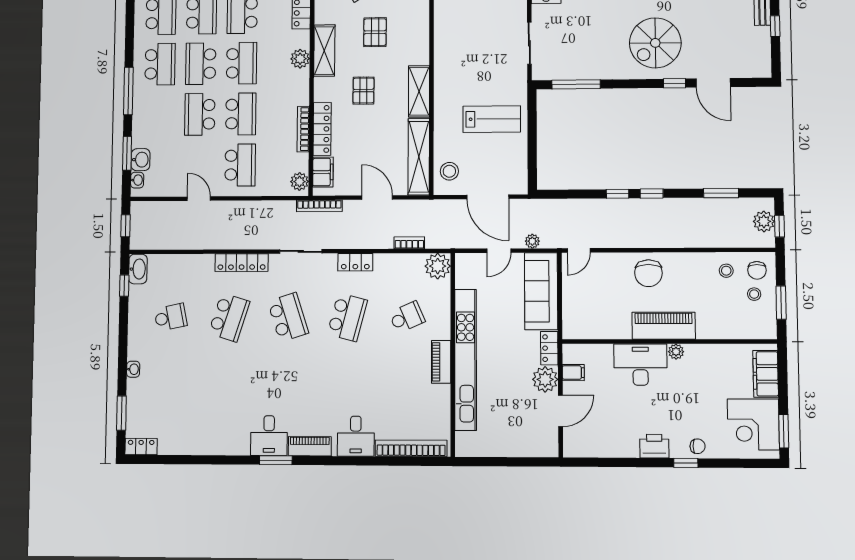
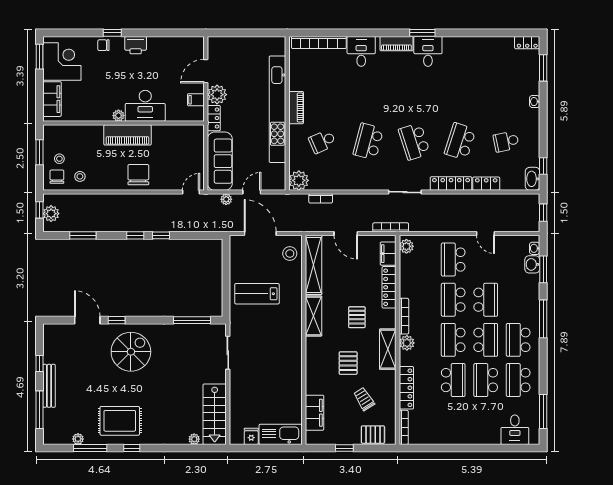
bookcase: (303, 129) -> (404, 316), moved
locker: (355, 262) -> (486, 184), moved

